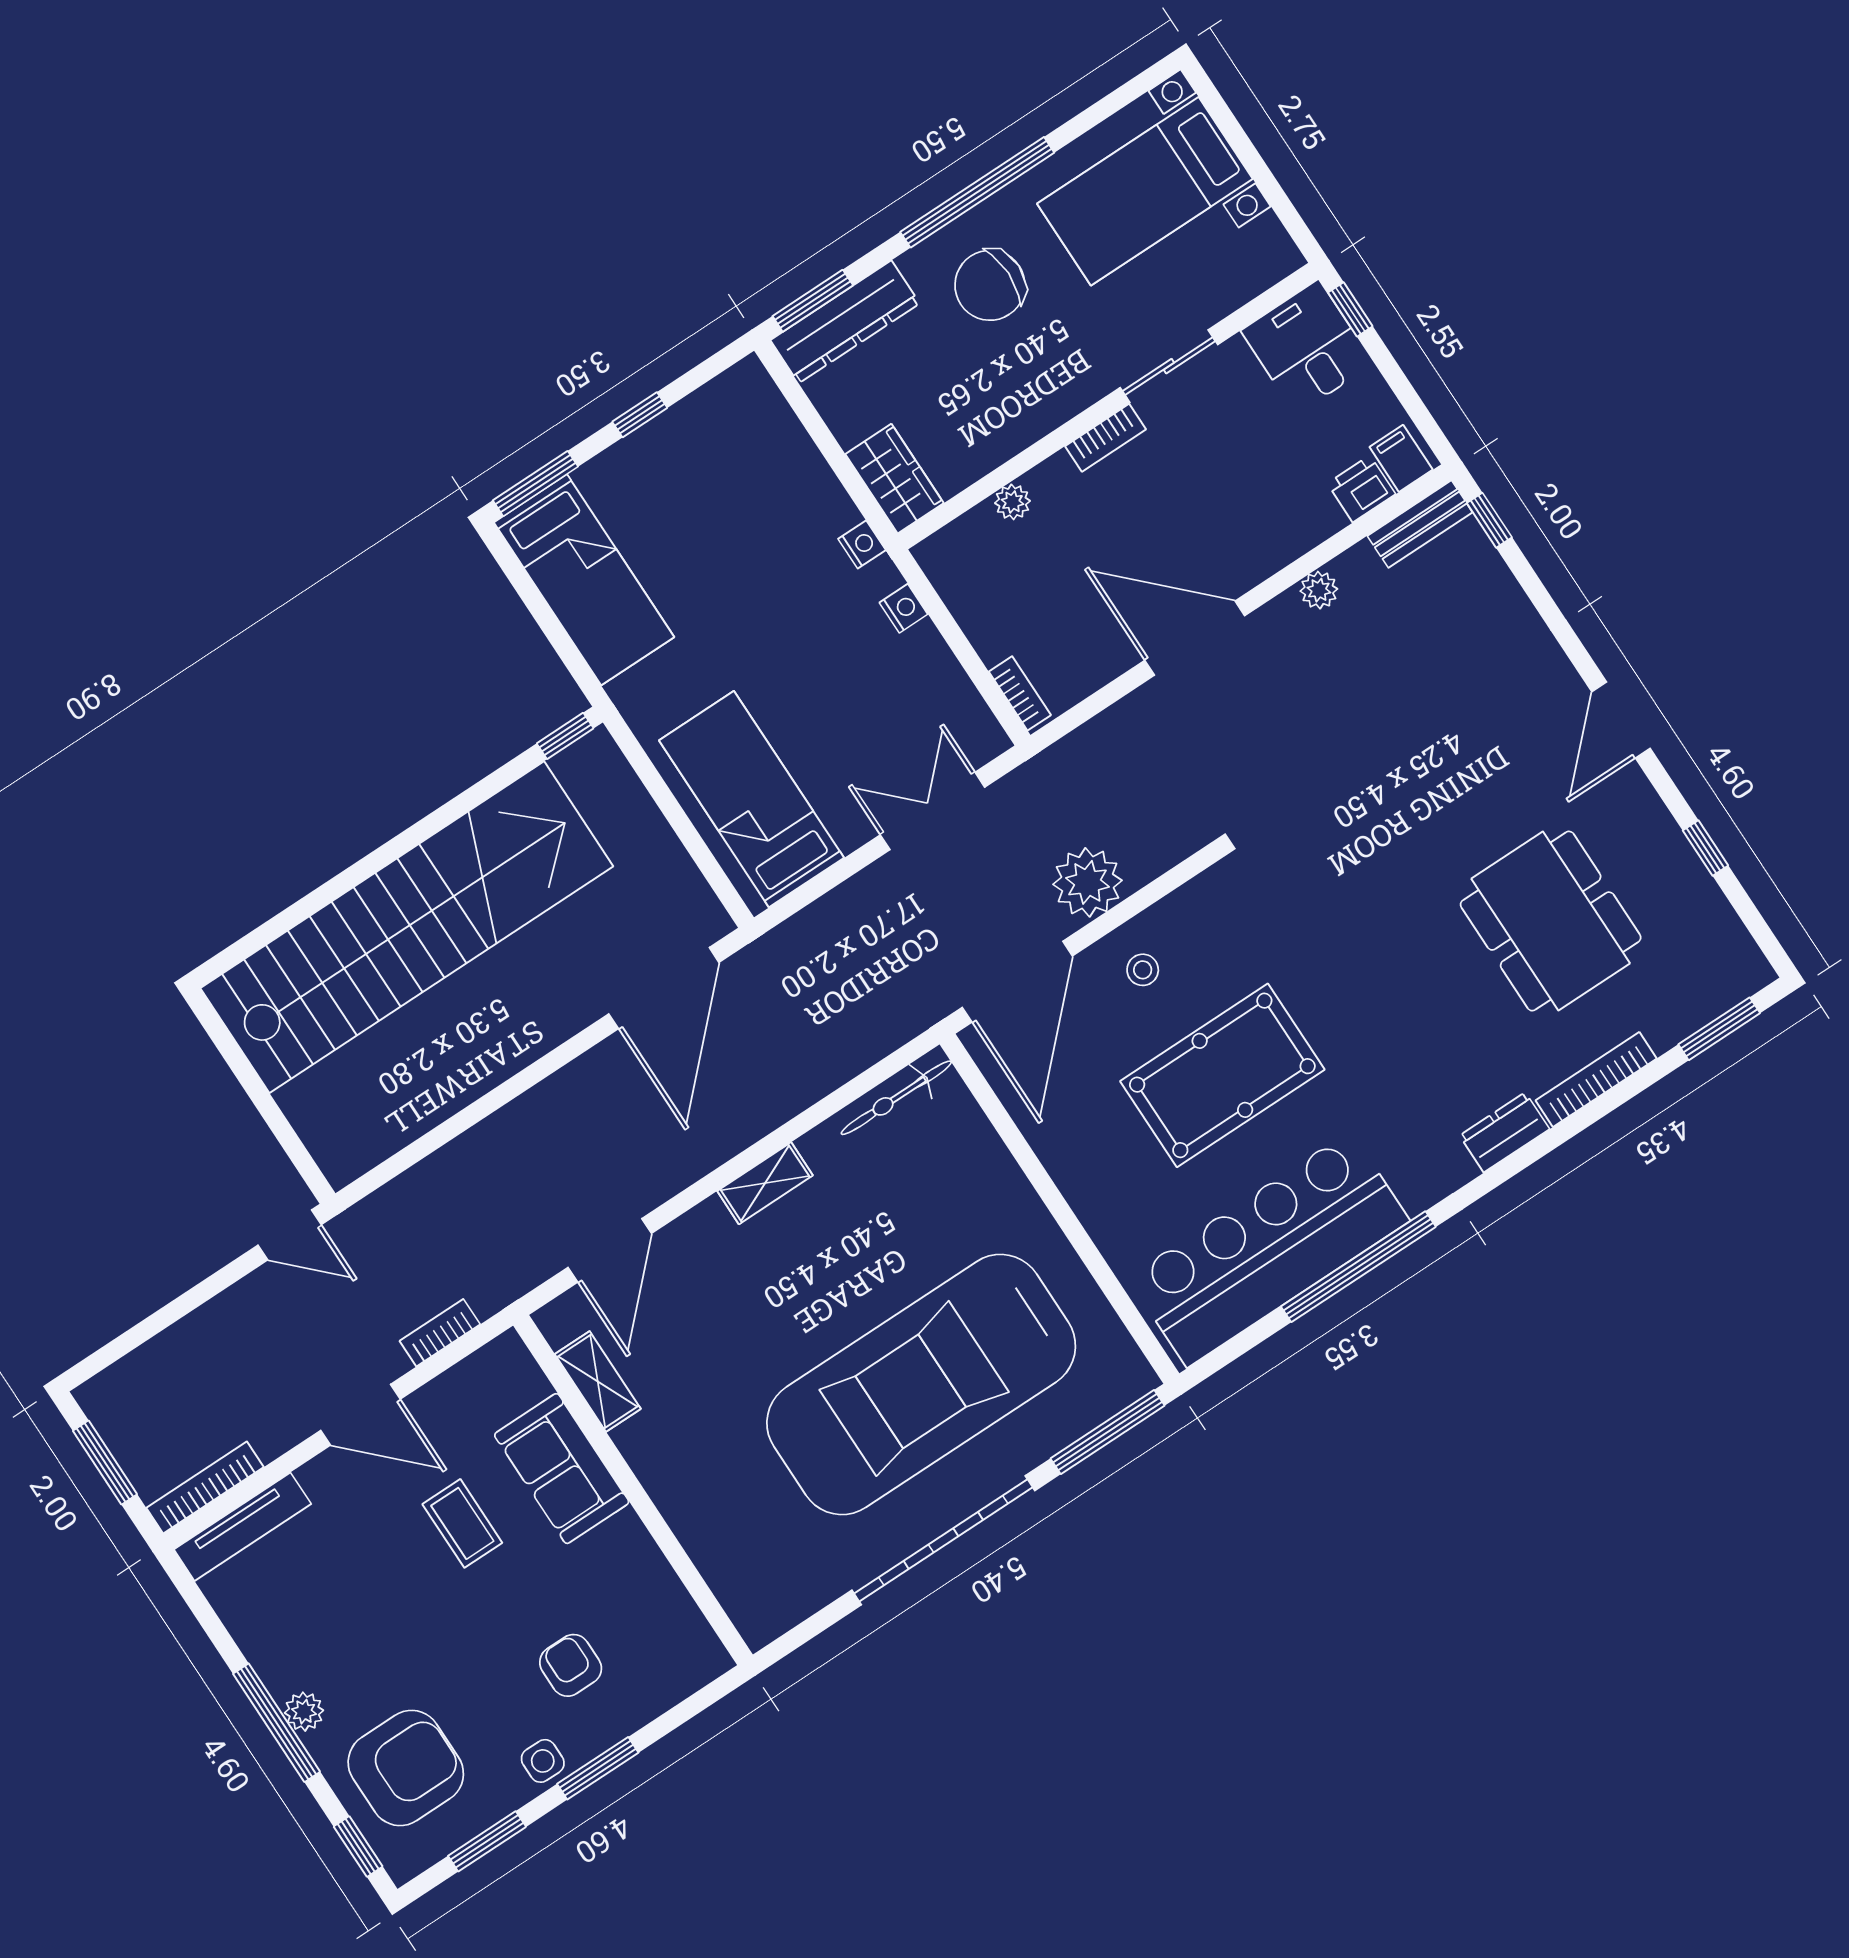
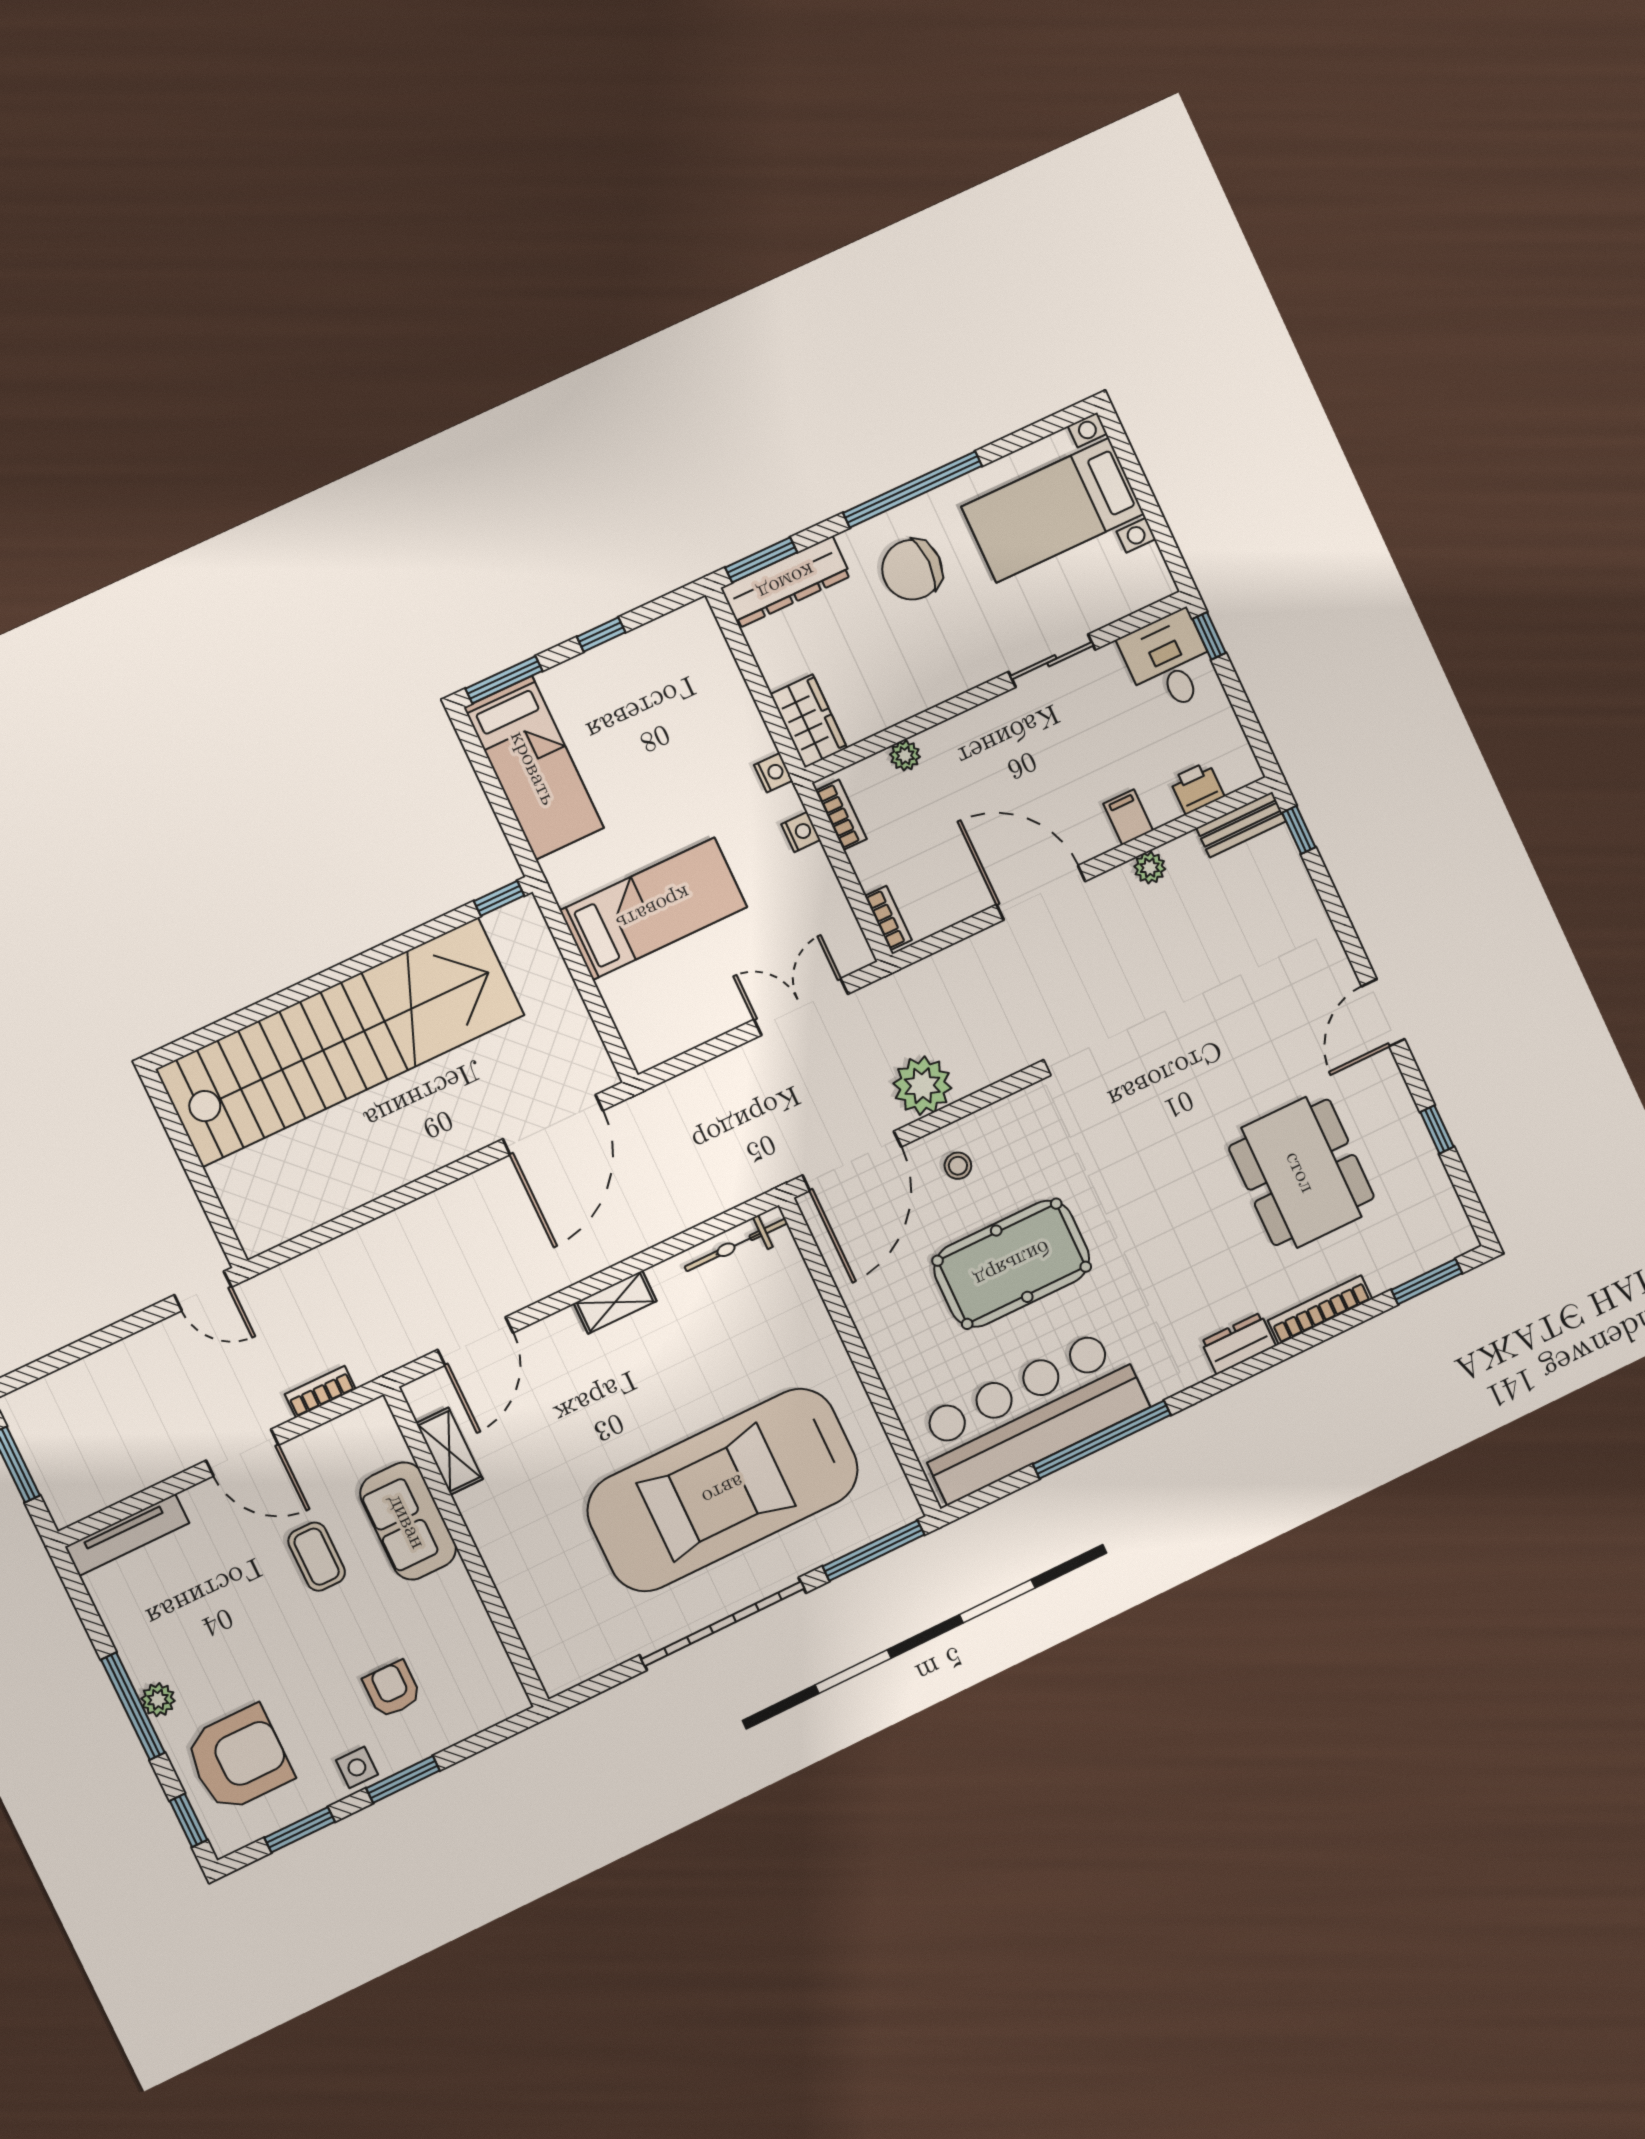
bookcase: (1106, 438) -> (841, 815), moved, turned -90
filing cabinet: (1401, 458) -> (1128, 817), moved
bed: (751, 799) -> (653, 909), moved, turned 90
bookcase: (205, 1487) -> (99, 1497), removed

